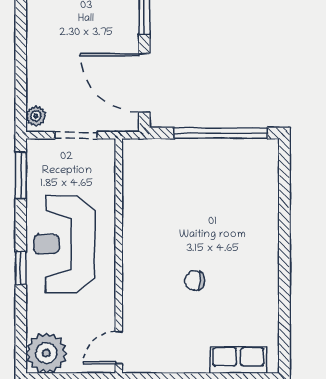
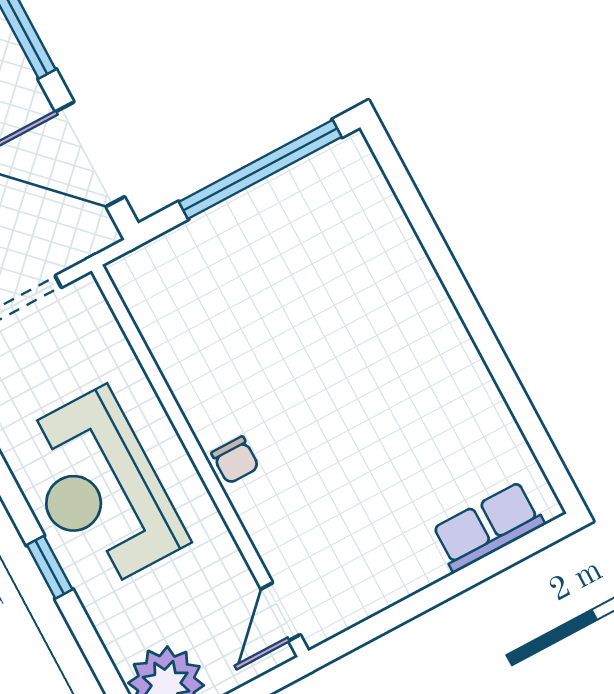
chair: (195, 280) -> (235, 460), moved, turned -90

